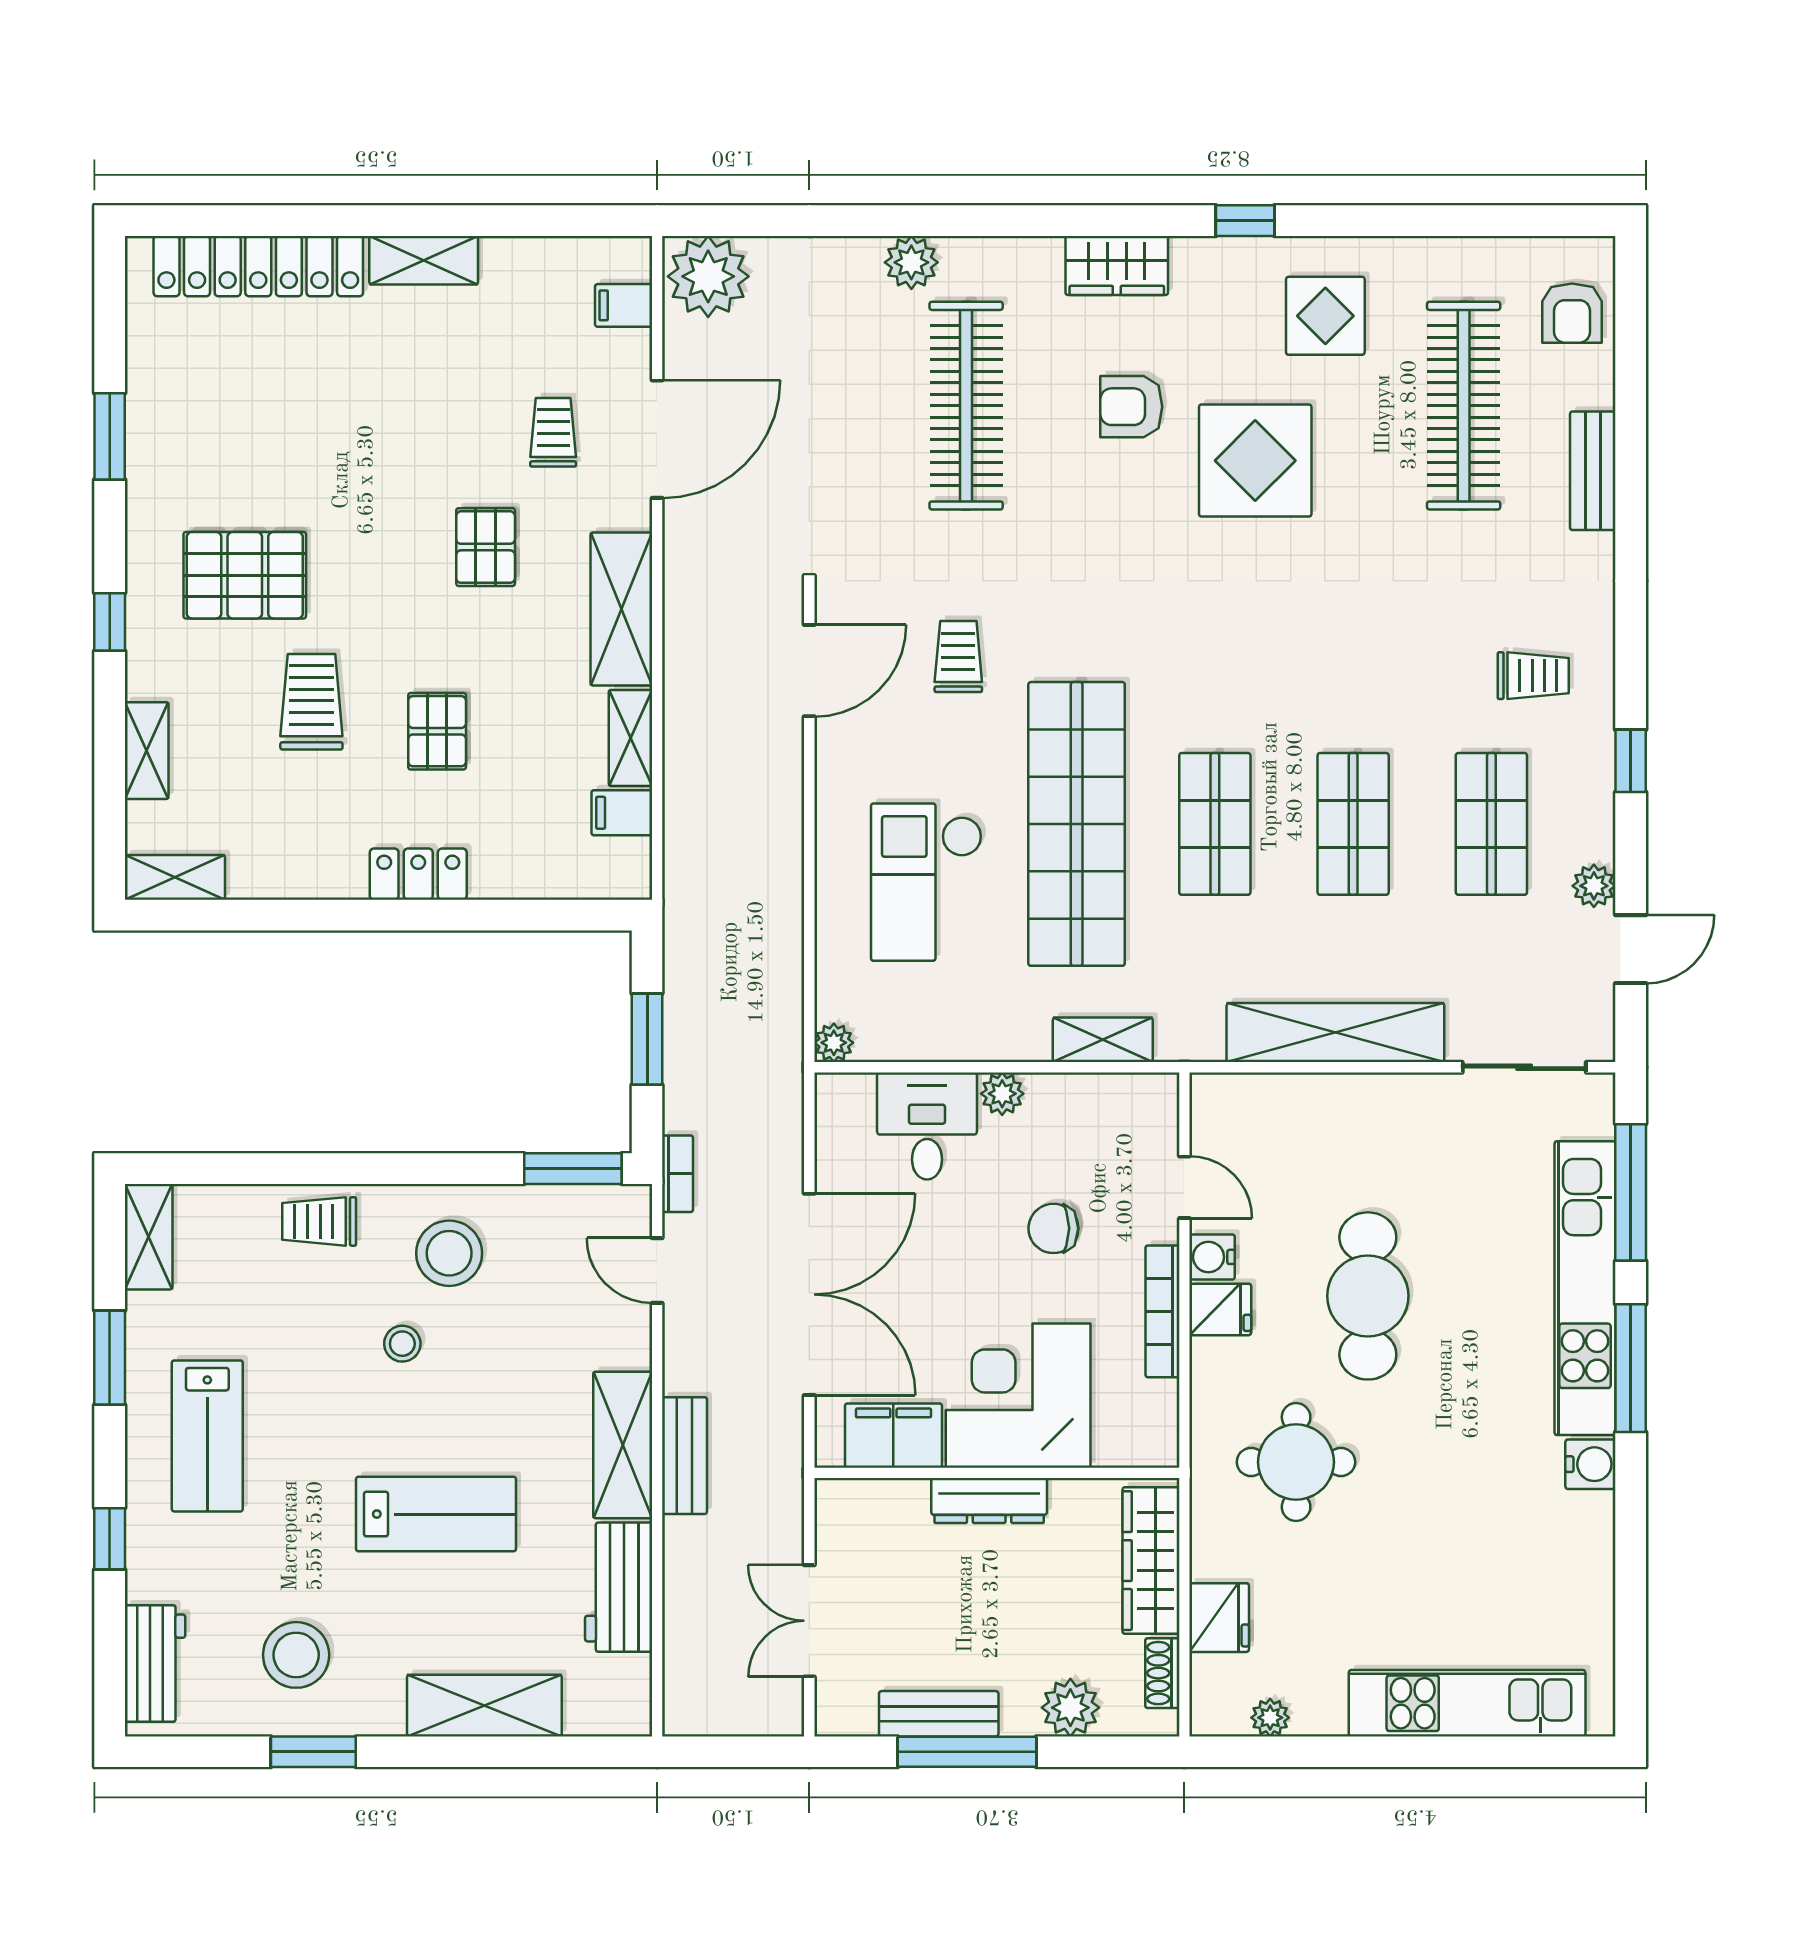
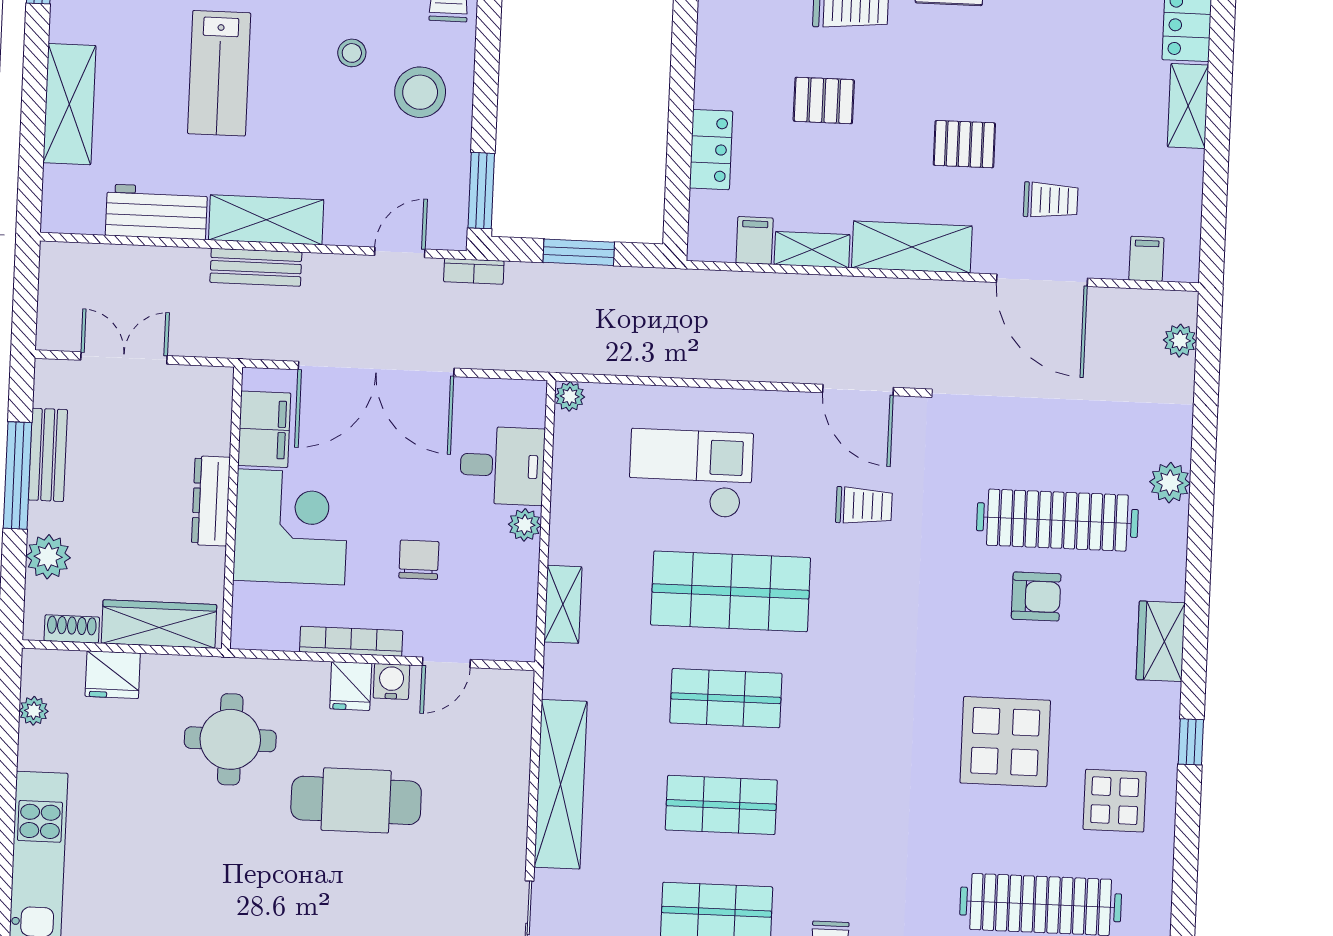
plant: (708, 276) -> (1180, 341), width x0.53, depth x0.53
armchair: (1131, 407) -> (1036, 596), moved, turned 90
shop shelf: (1077, 824) -> (731, 591), width x0.71
locker: (418, 874) -> (711, 150), moved

